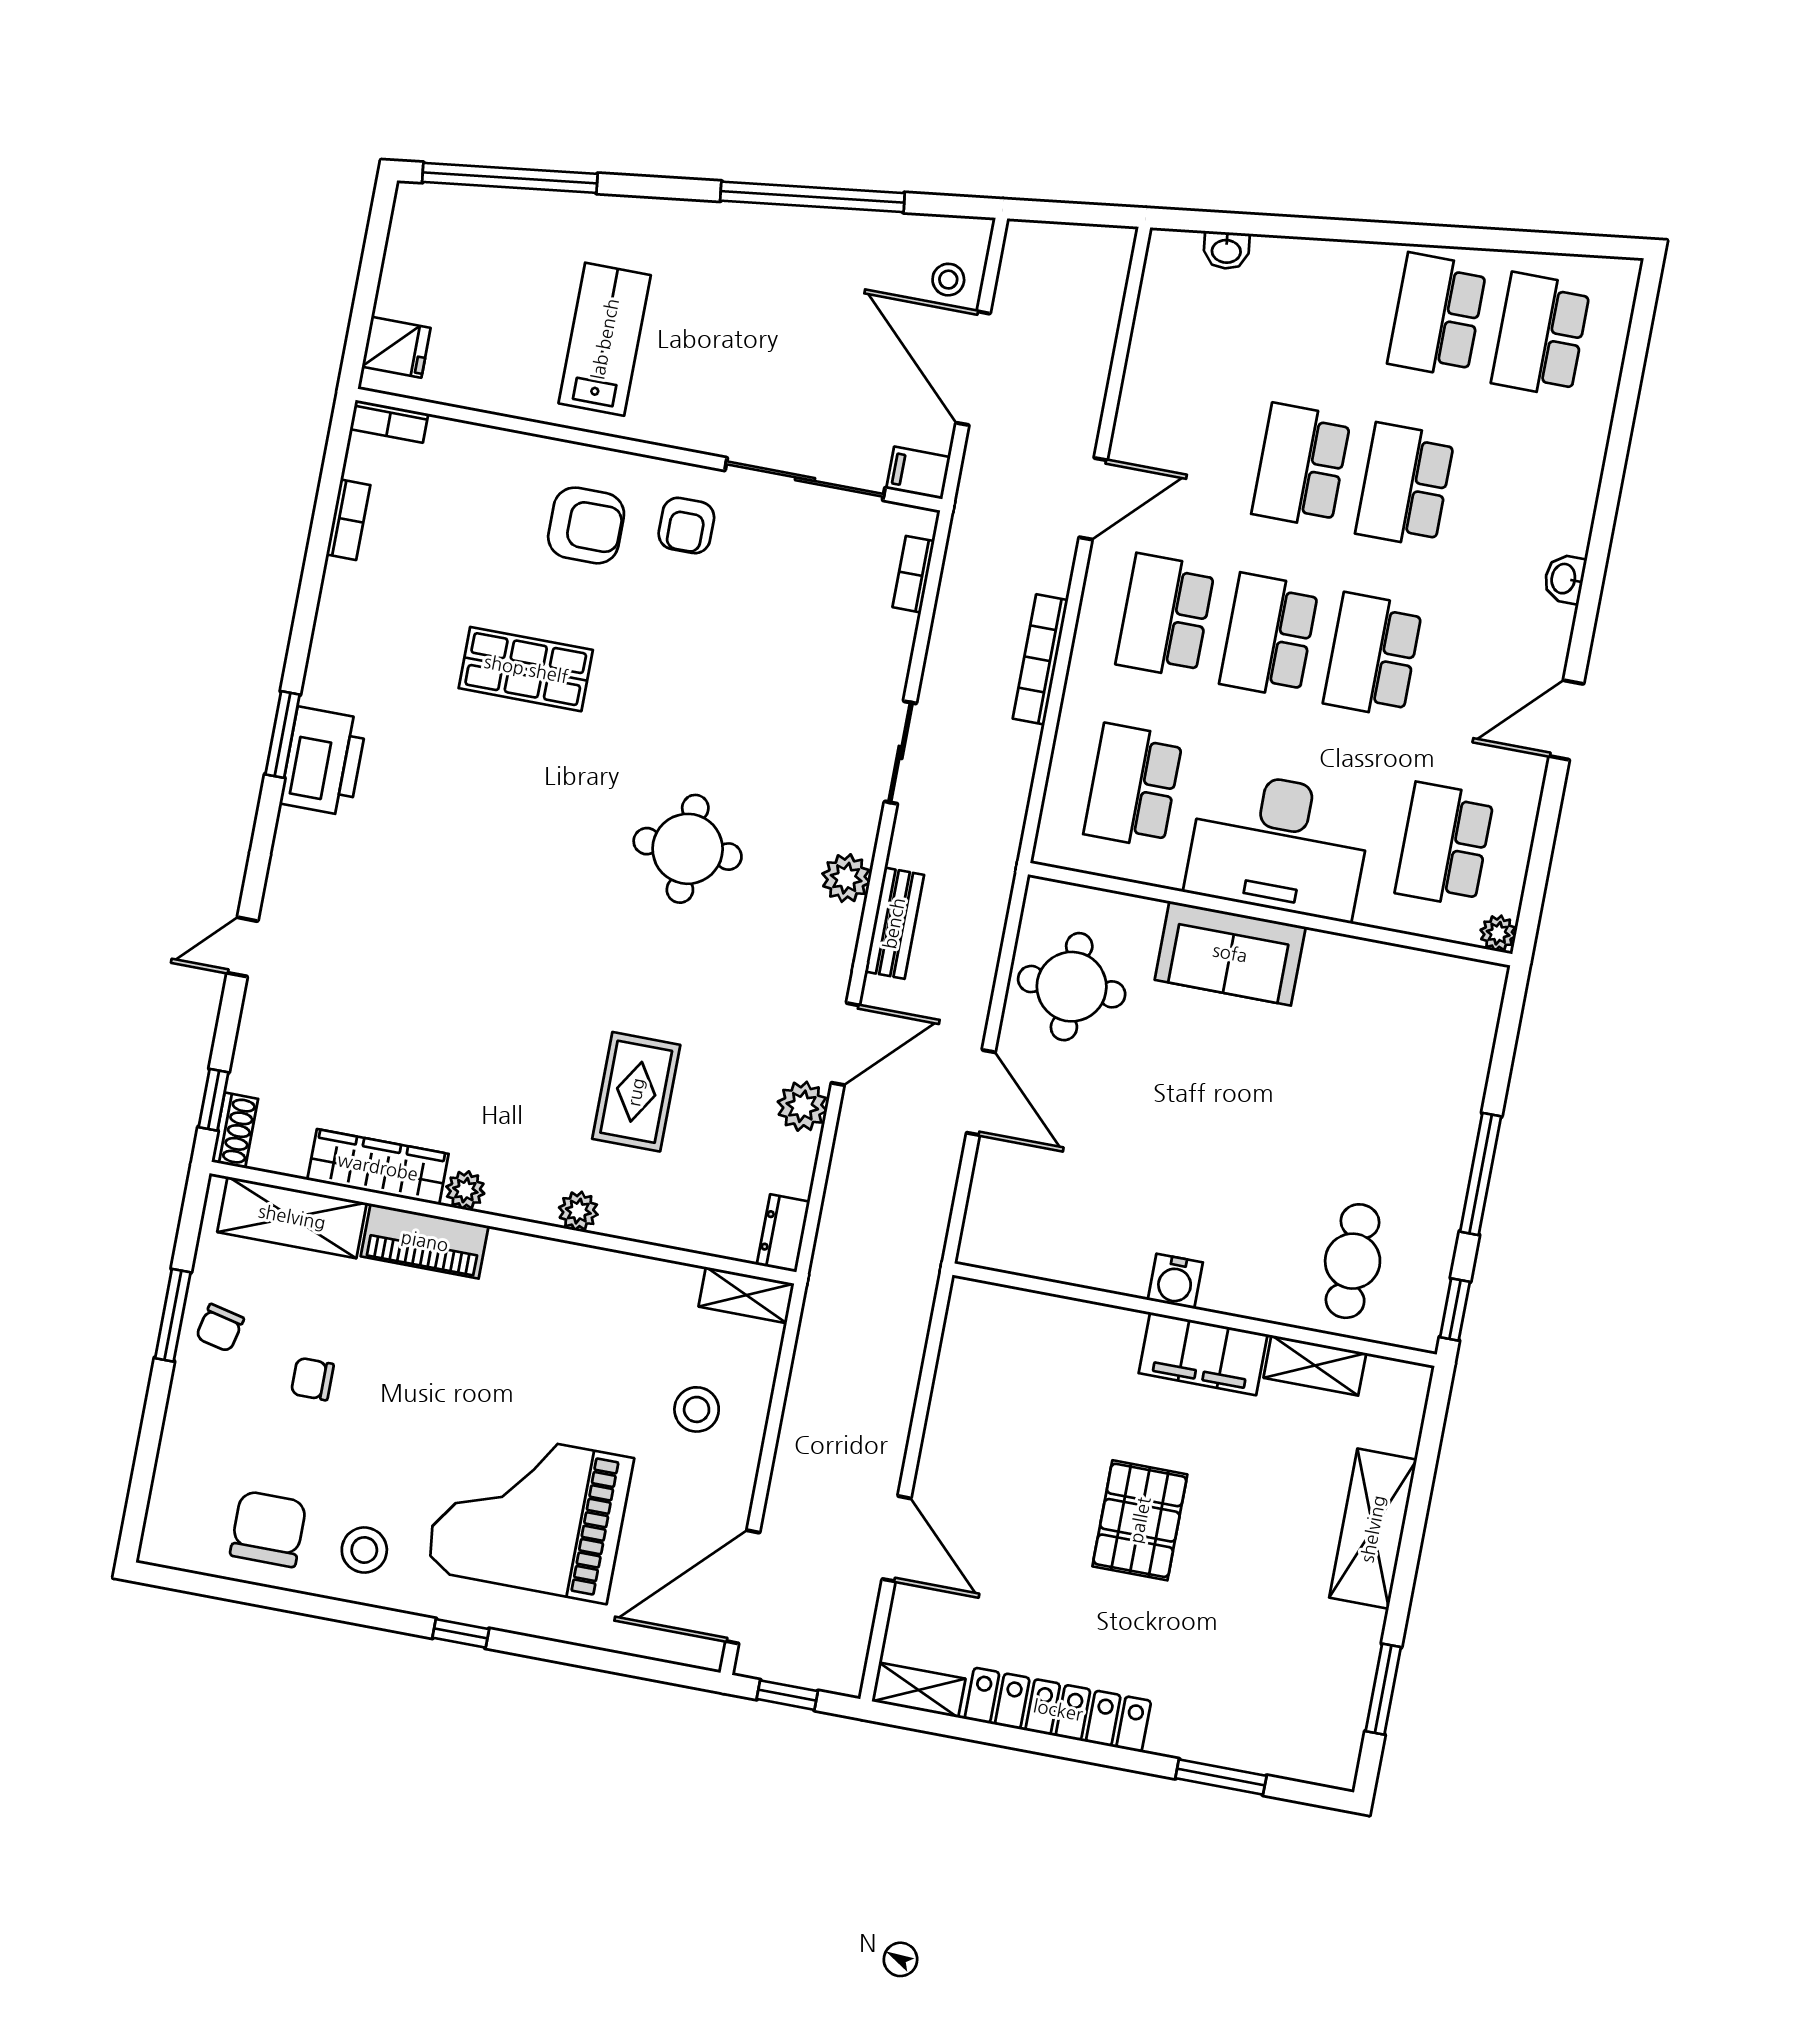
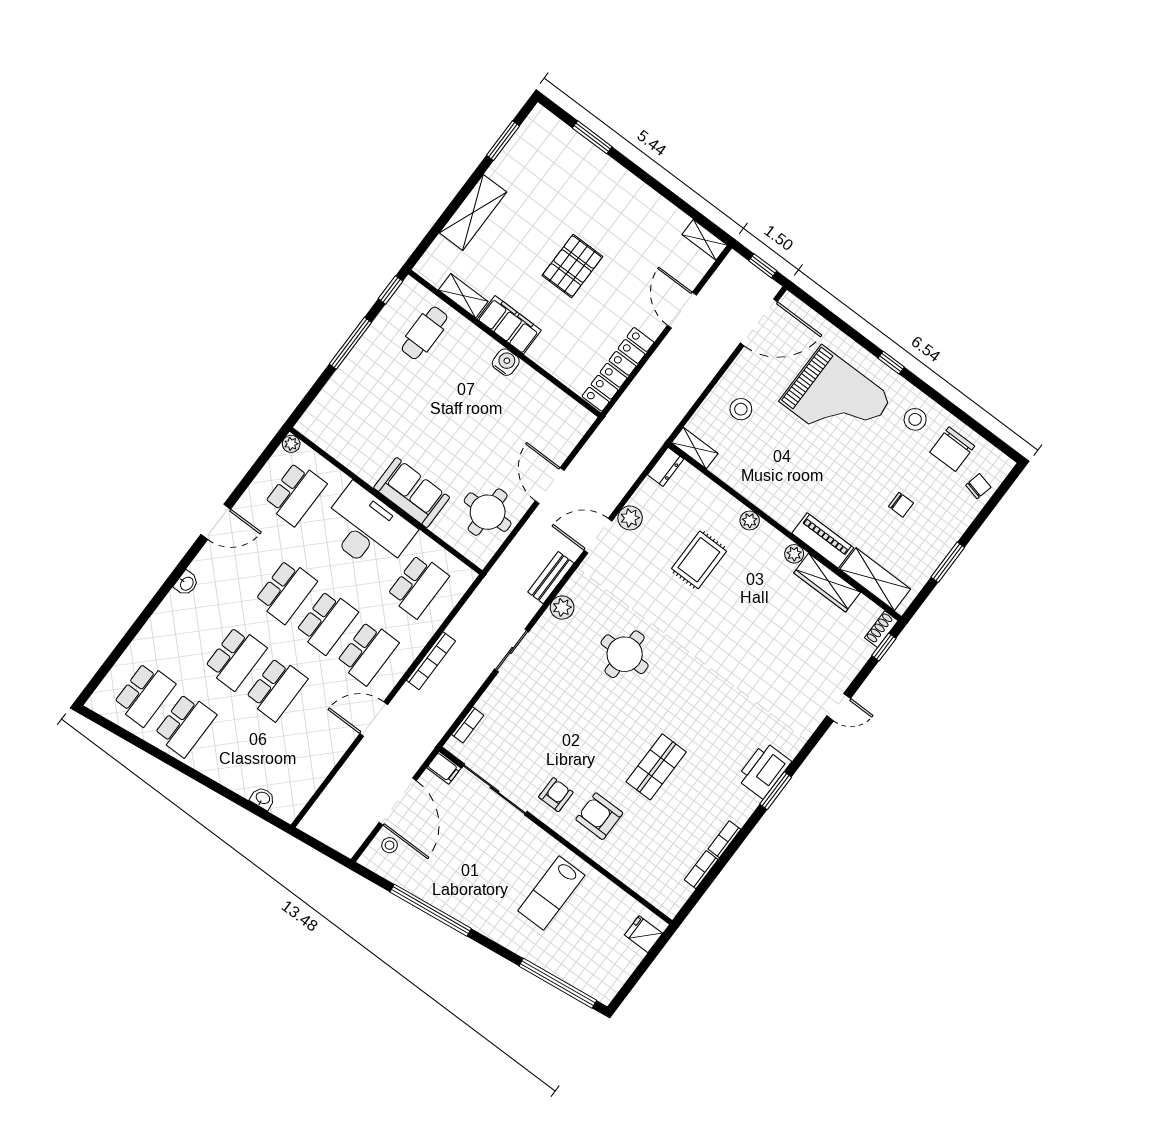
bookcase: (389, 421) -> (724, 839), moved, turned -90
shop shelf: (526, 669) -> (656, 767), turned 90
chair: (220, 1328) -> (978, 486), moved
locker: (1058, 1710) -> (618, 369), moved, turned 90

